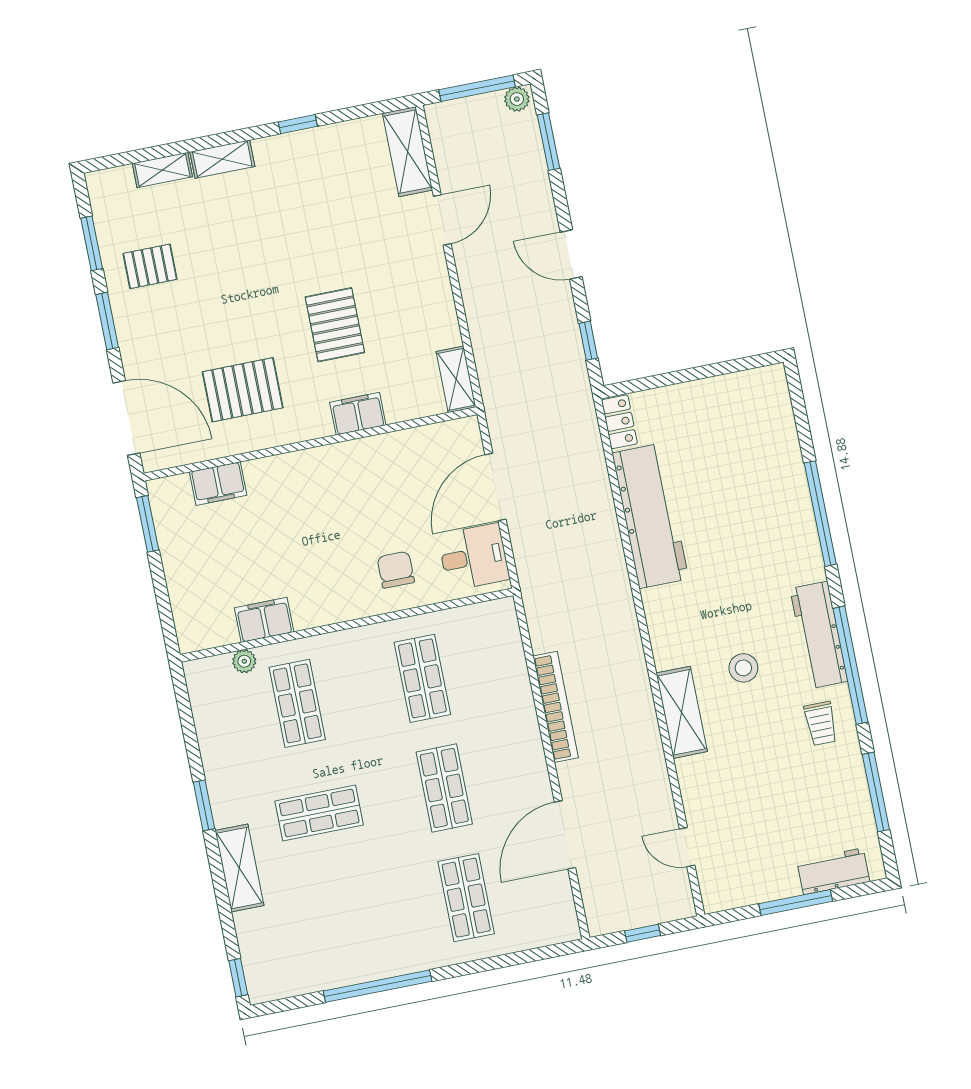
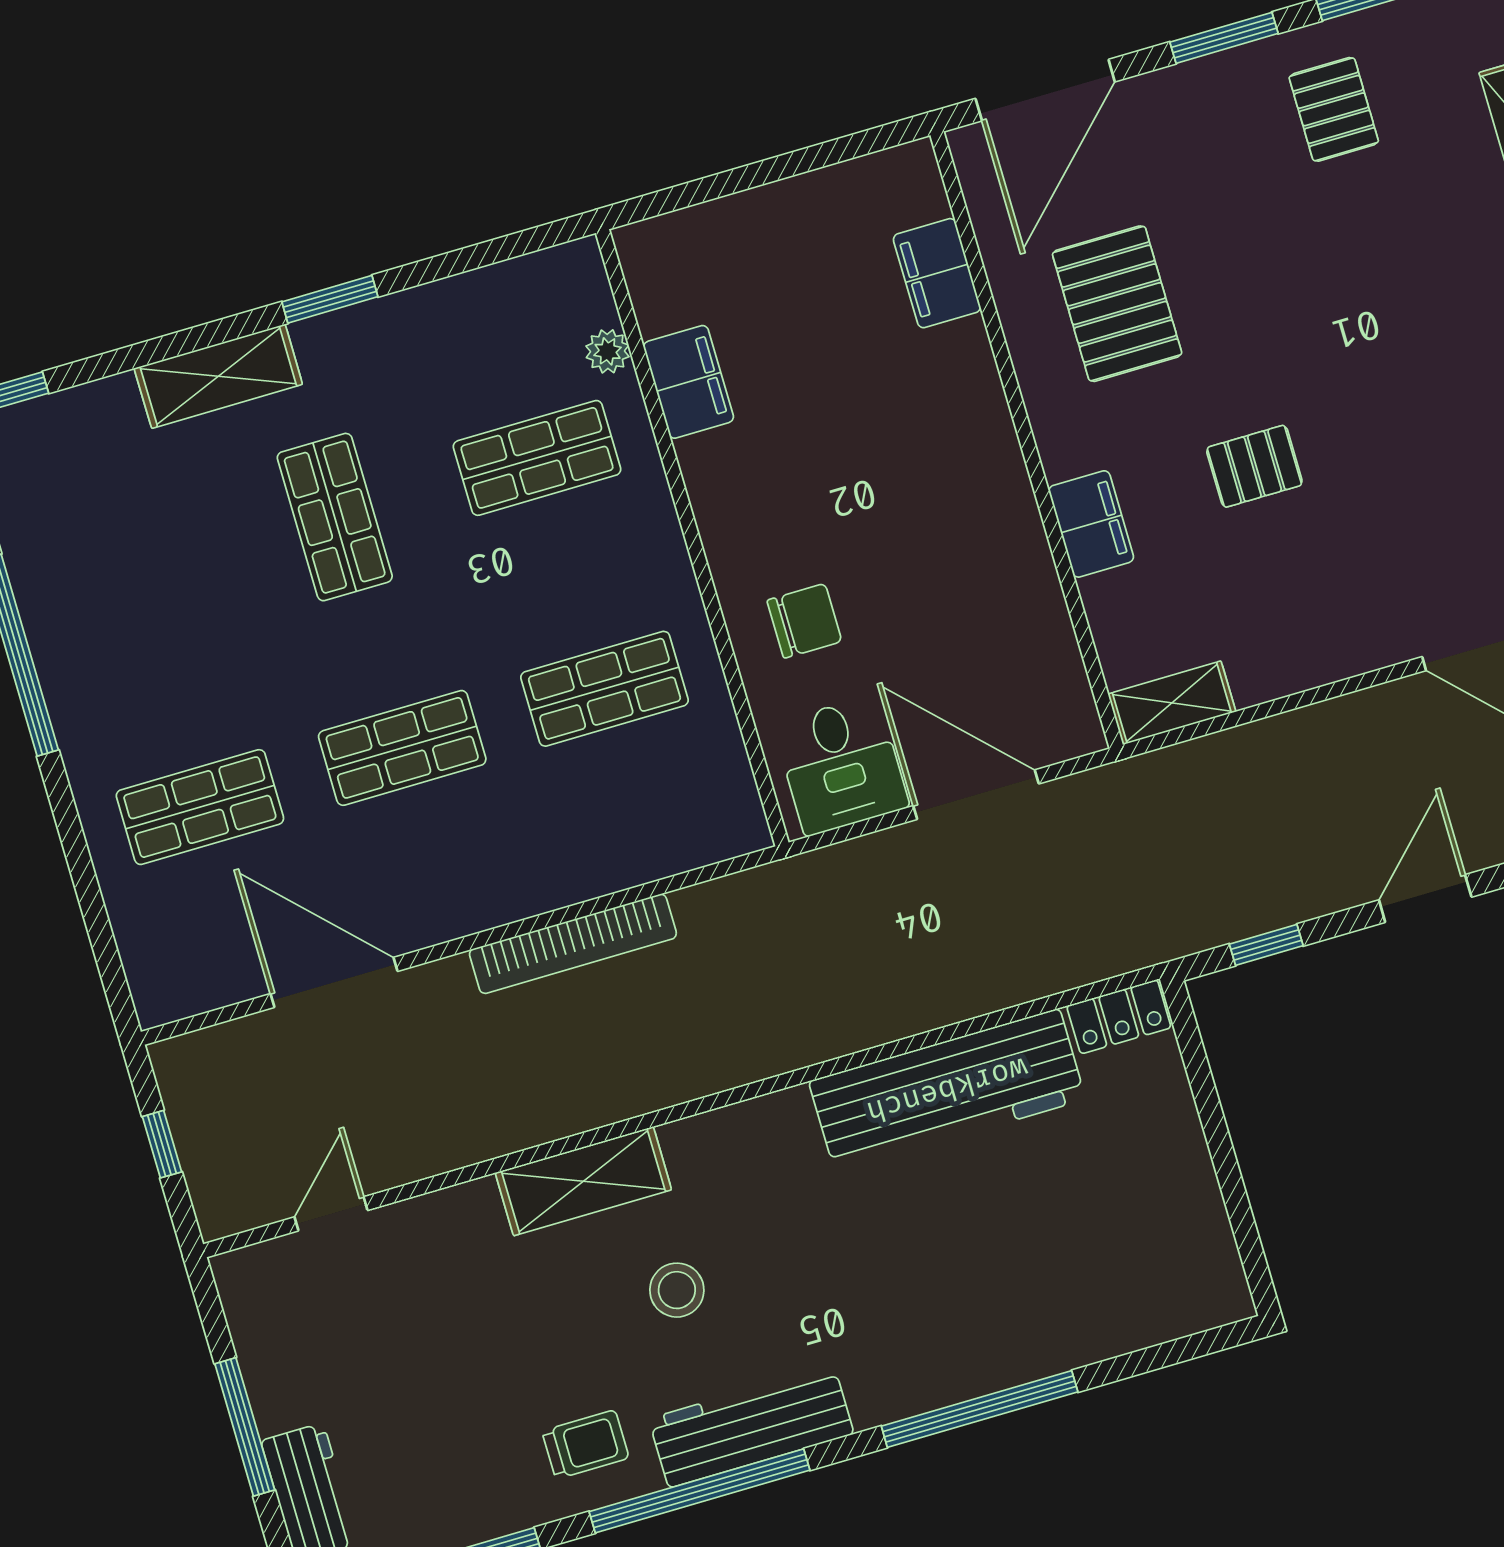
pallet: (335, 325) -> (1254, 466), width x0.67, depth x0.71
window: (148, 524) -> (850, 147), removed
trolley: (821, 723) -> (585, 1444), turned 180

